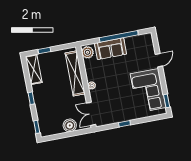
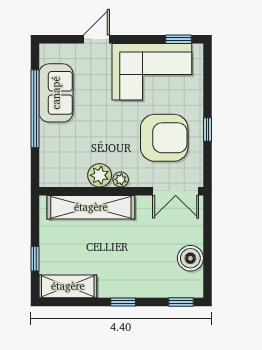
sofa: (110, 49) -> (56, 93), moved
plant: (88, 52) -> (100, 175), moved
door: (159, 60) -> (96, 39), hinge flipped
armchair: (116, 103) -> (164, 138), added
boiler: (70, 125) -> (190, 258), moved

